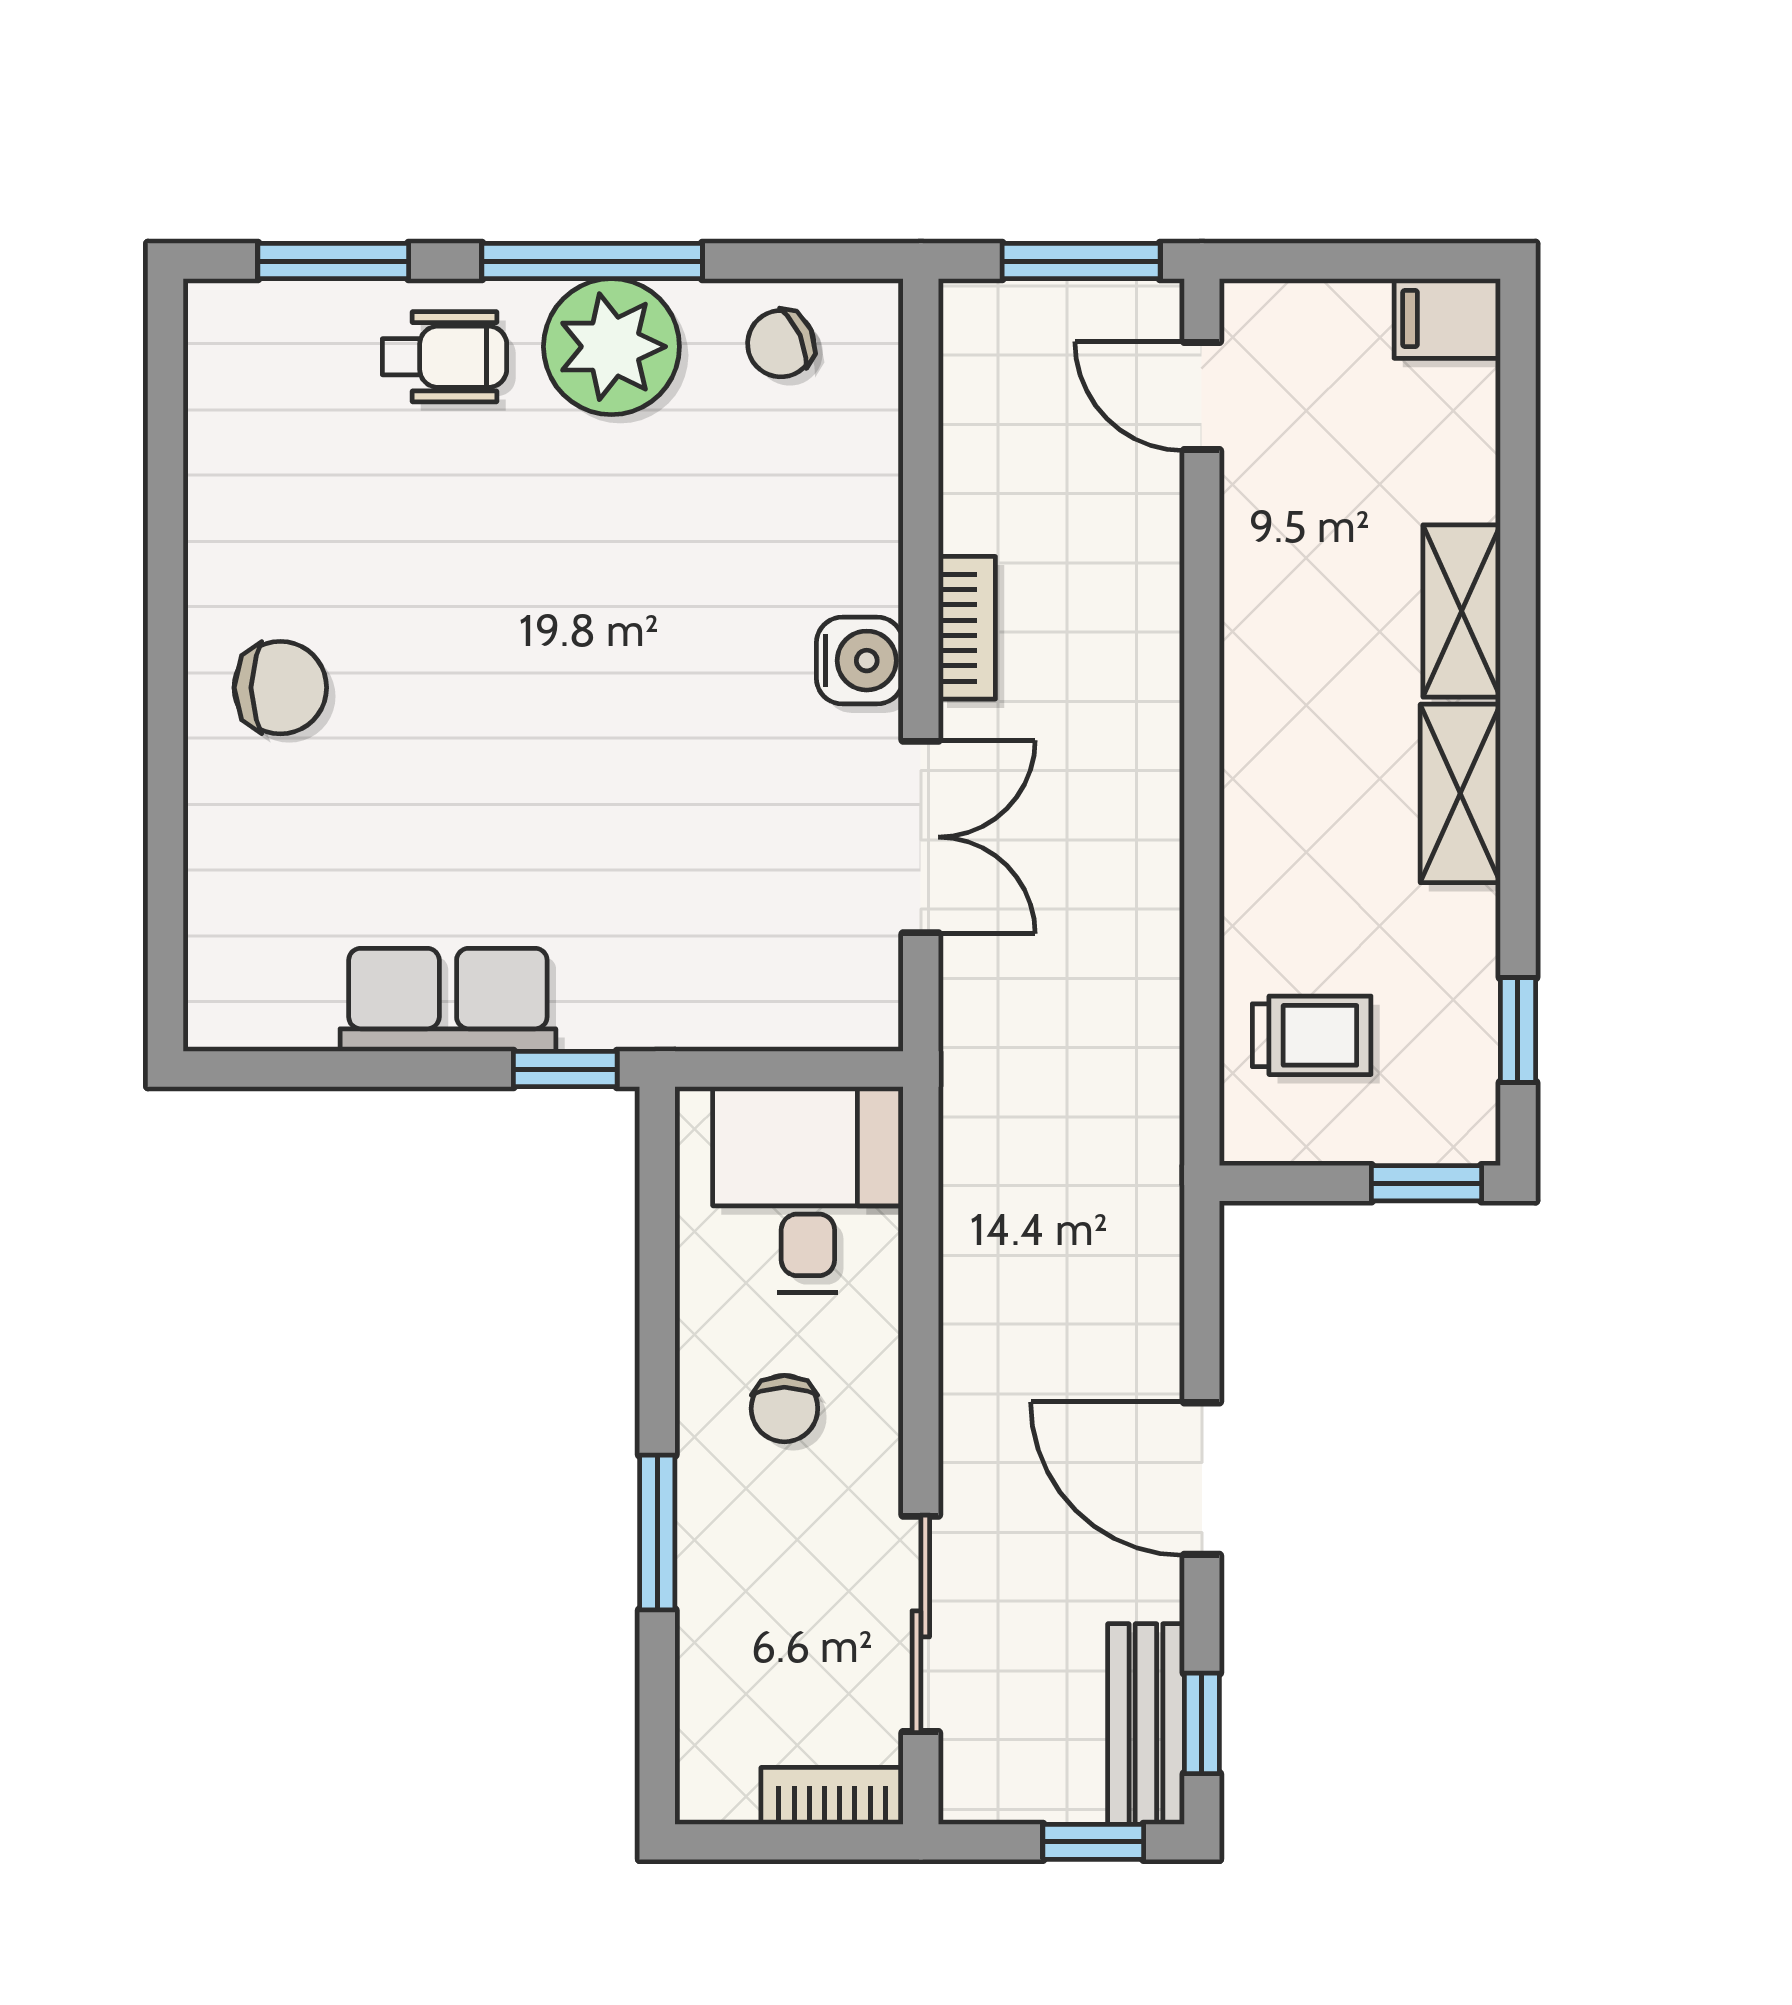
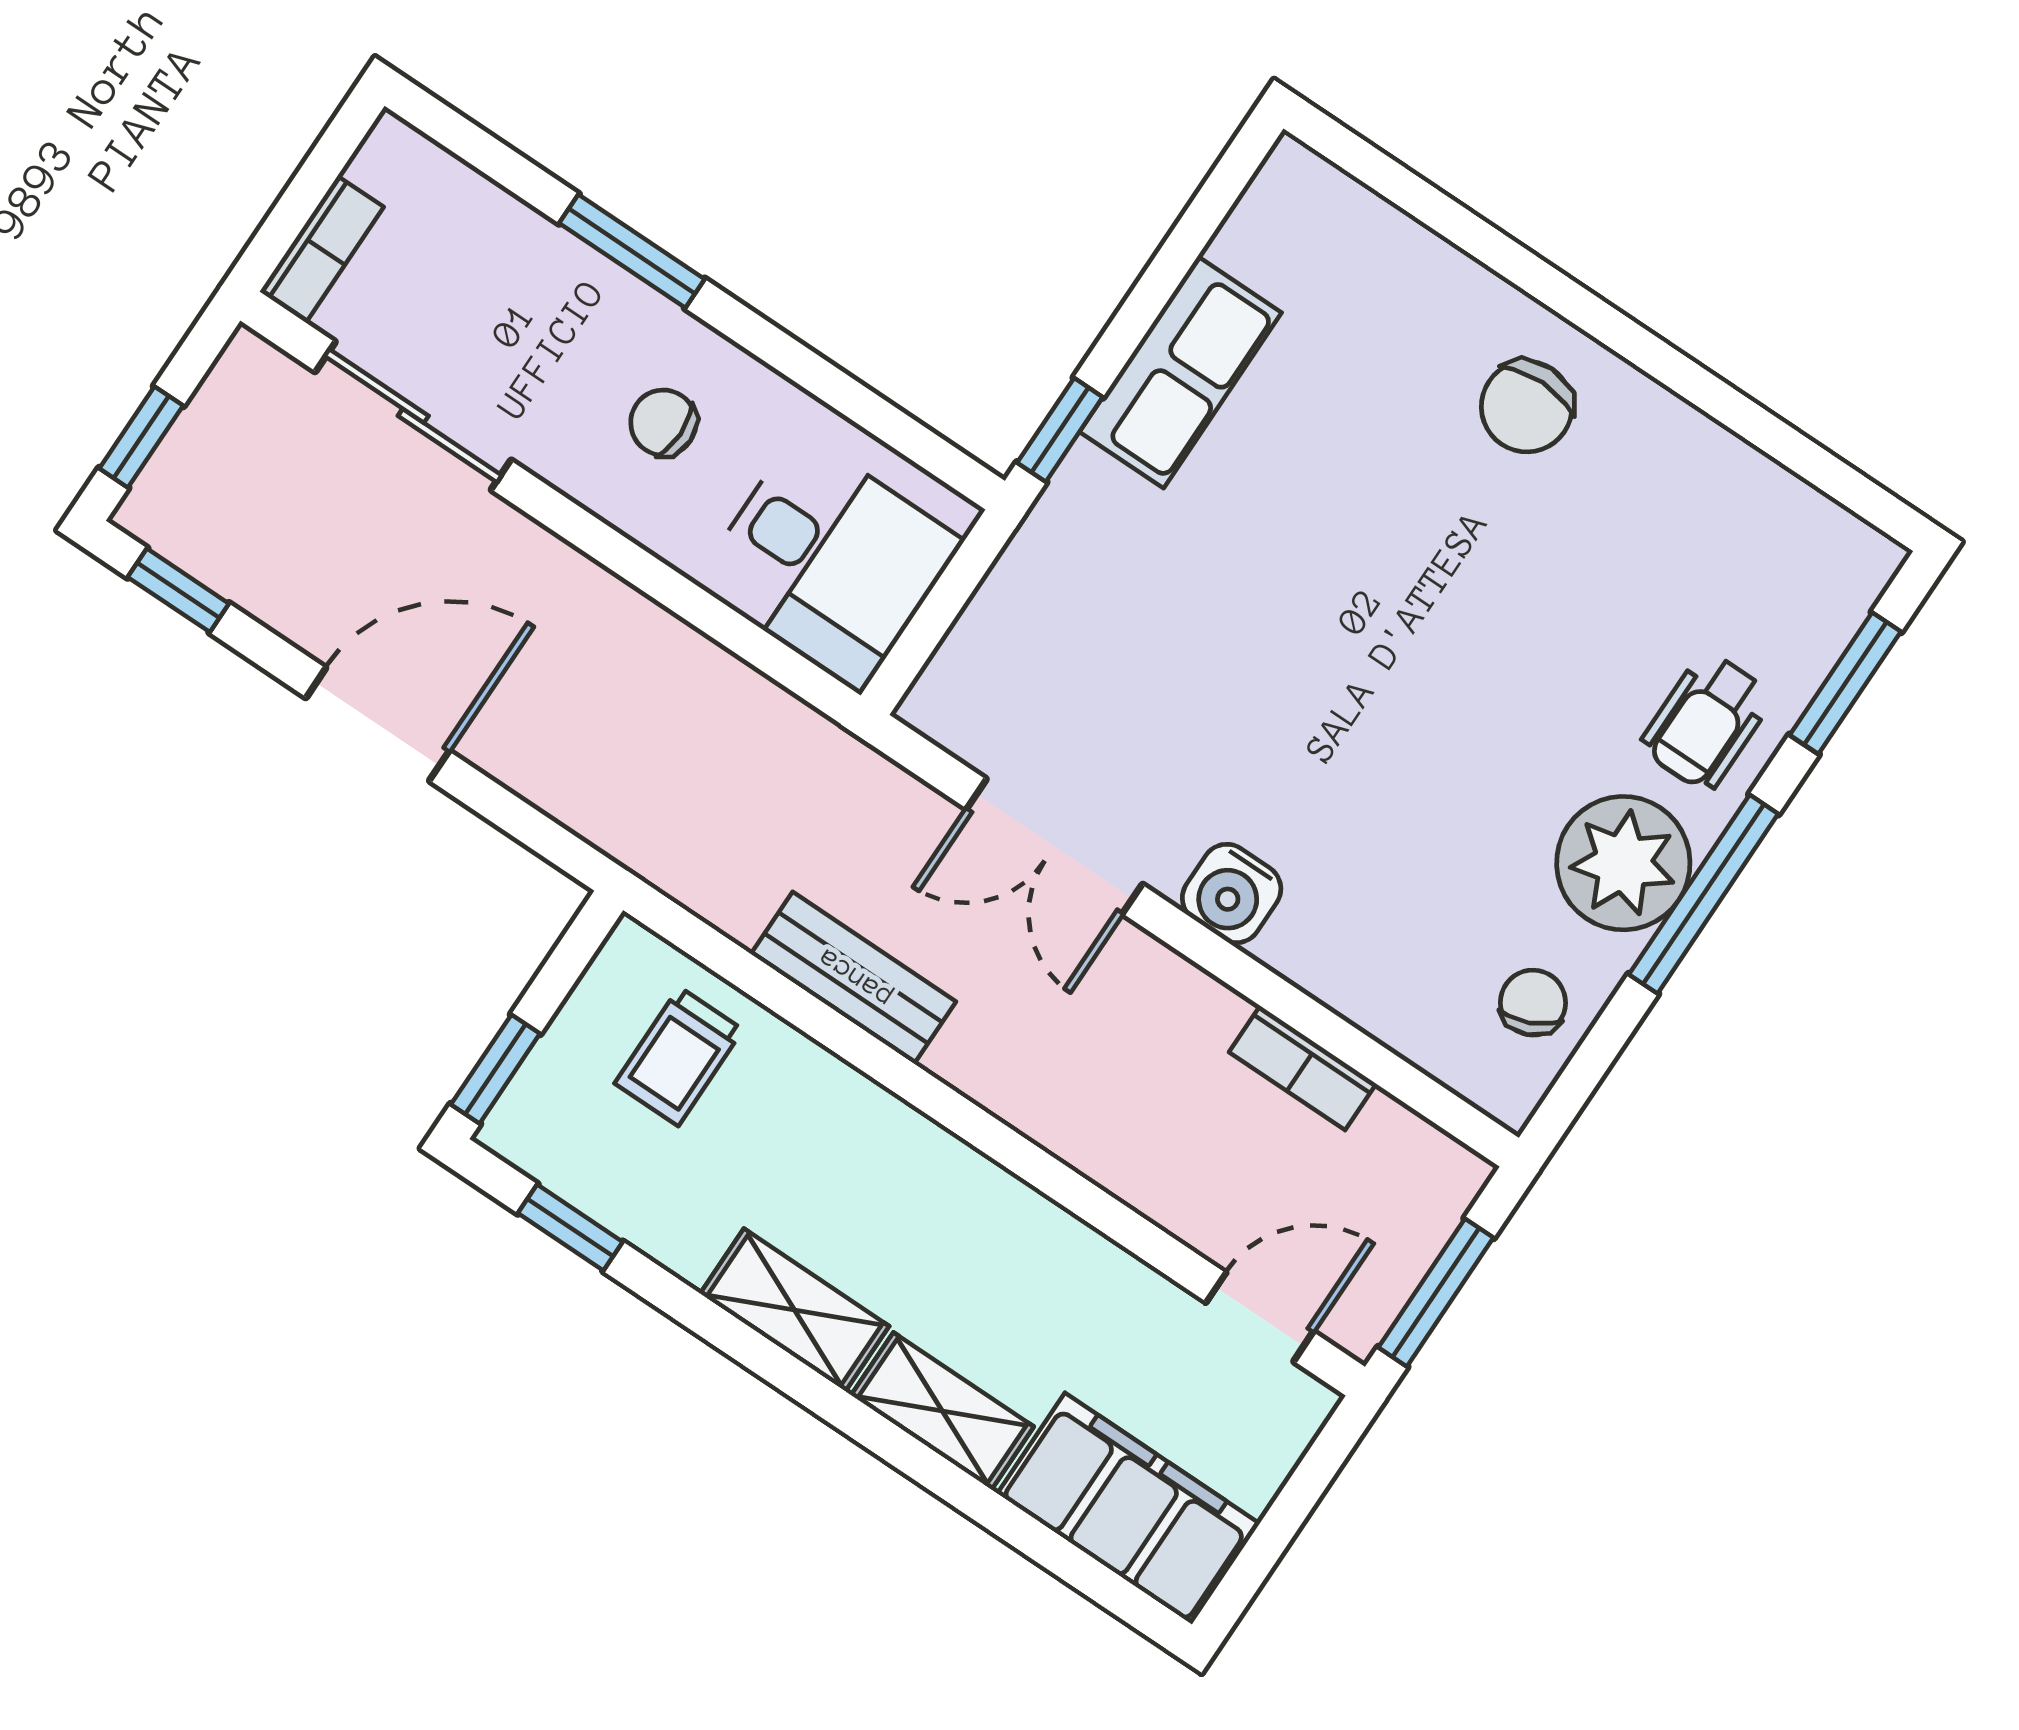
filing cabinet: (1447, 318) -> (1128, 1509), width x3.00, depth x1.17
bookcase: (967, 628) -> (1303, 1068), moved
bench: (1146, 1724) -> (853, 978), moved

